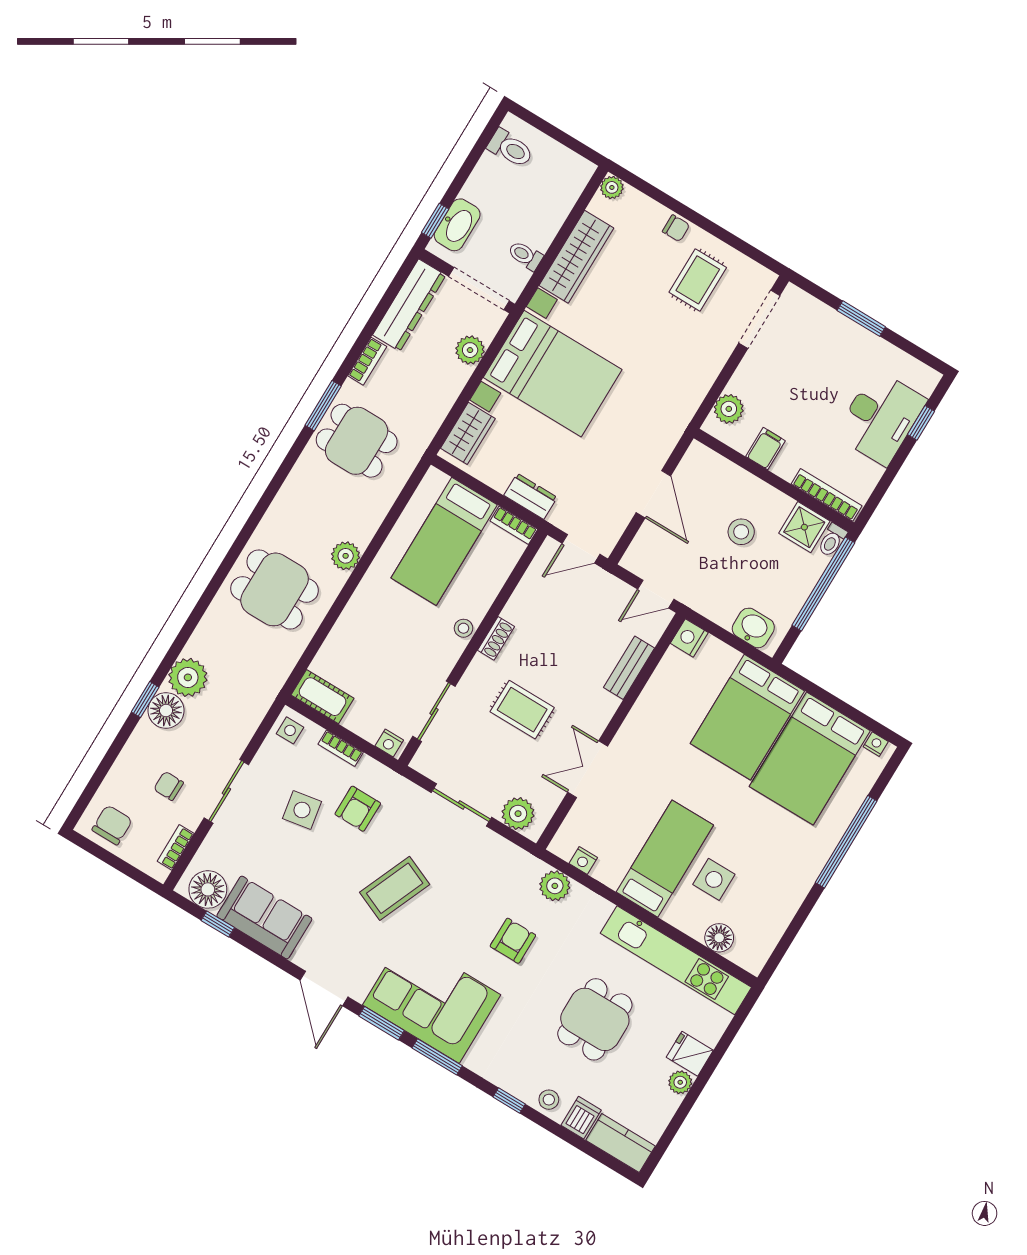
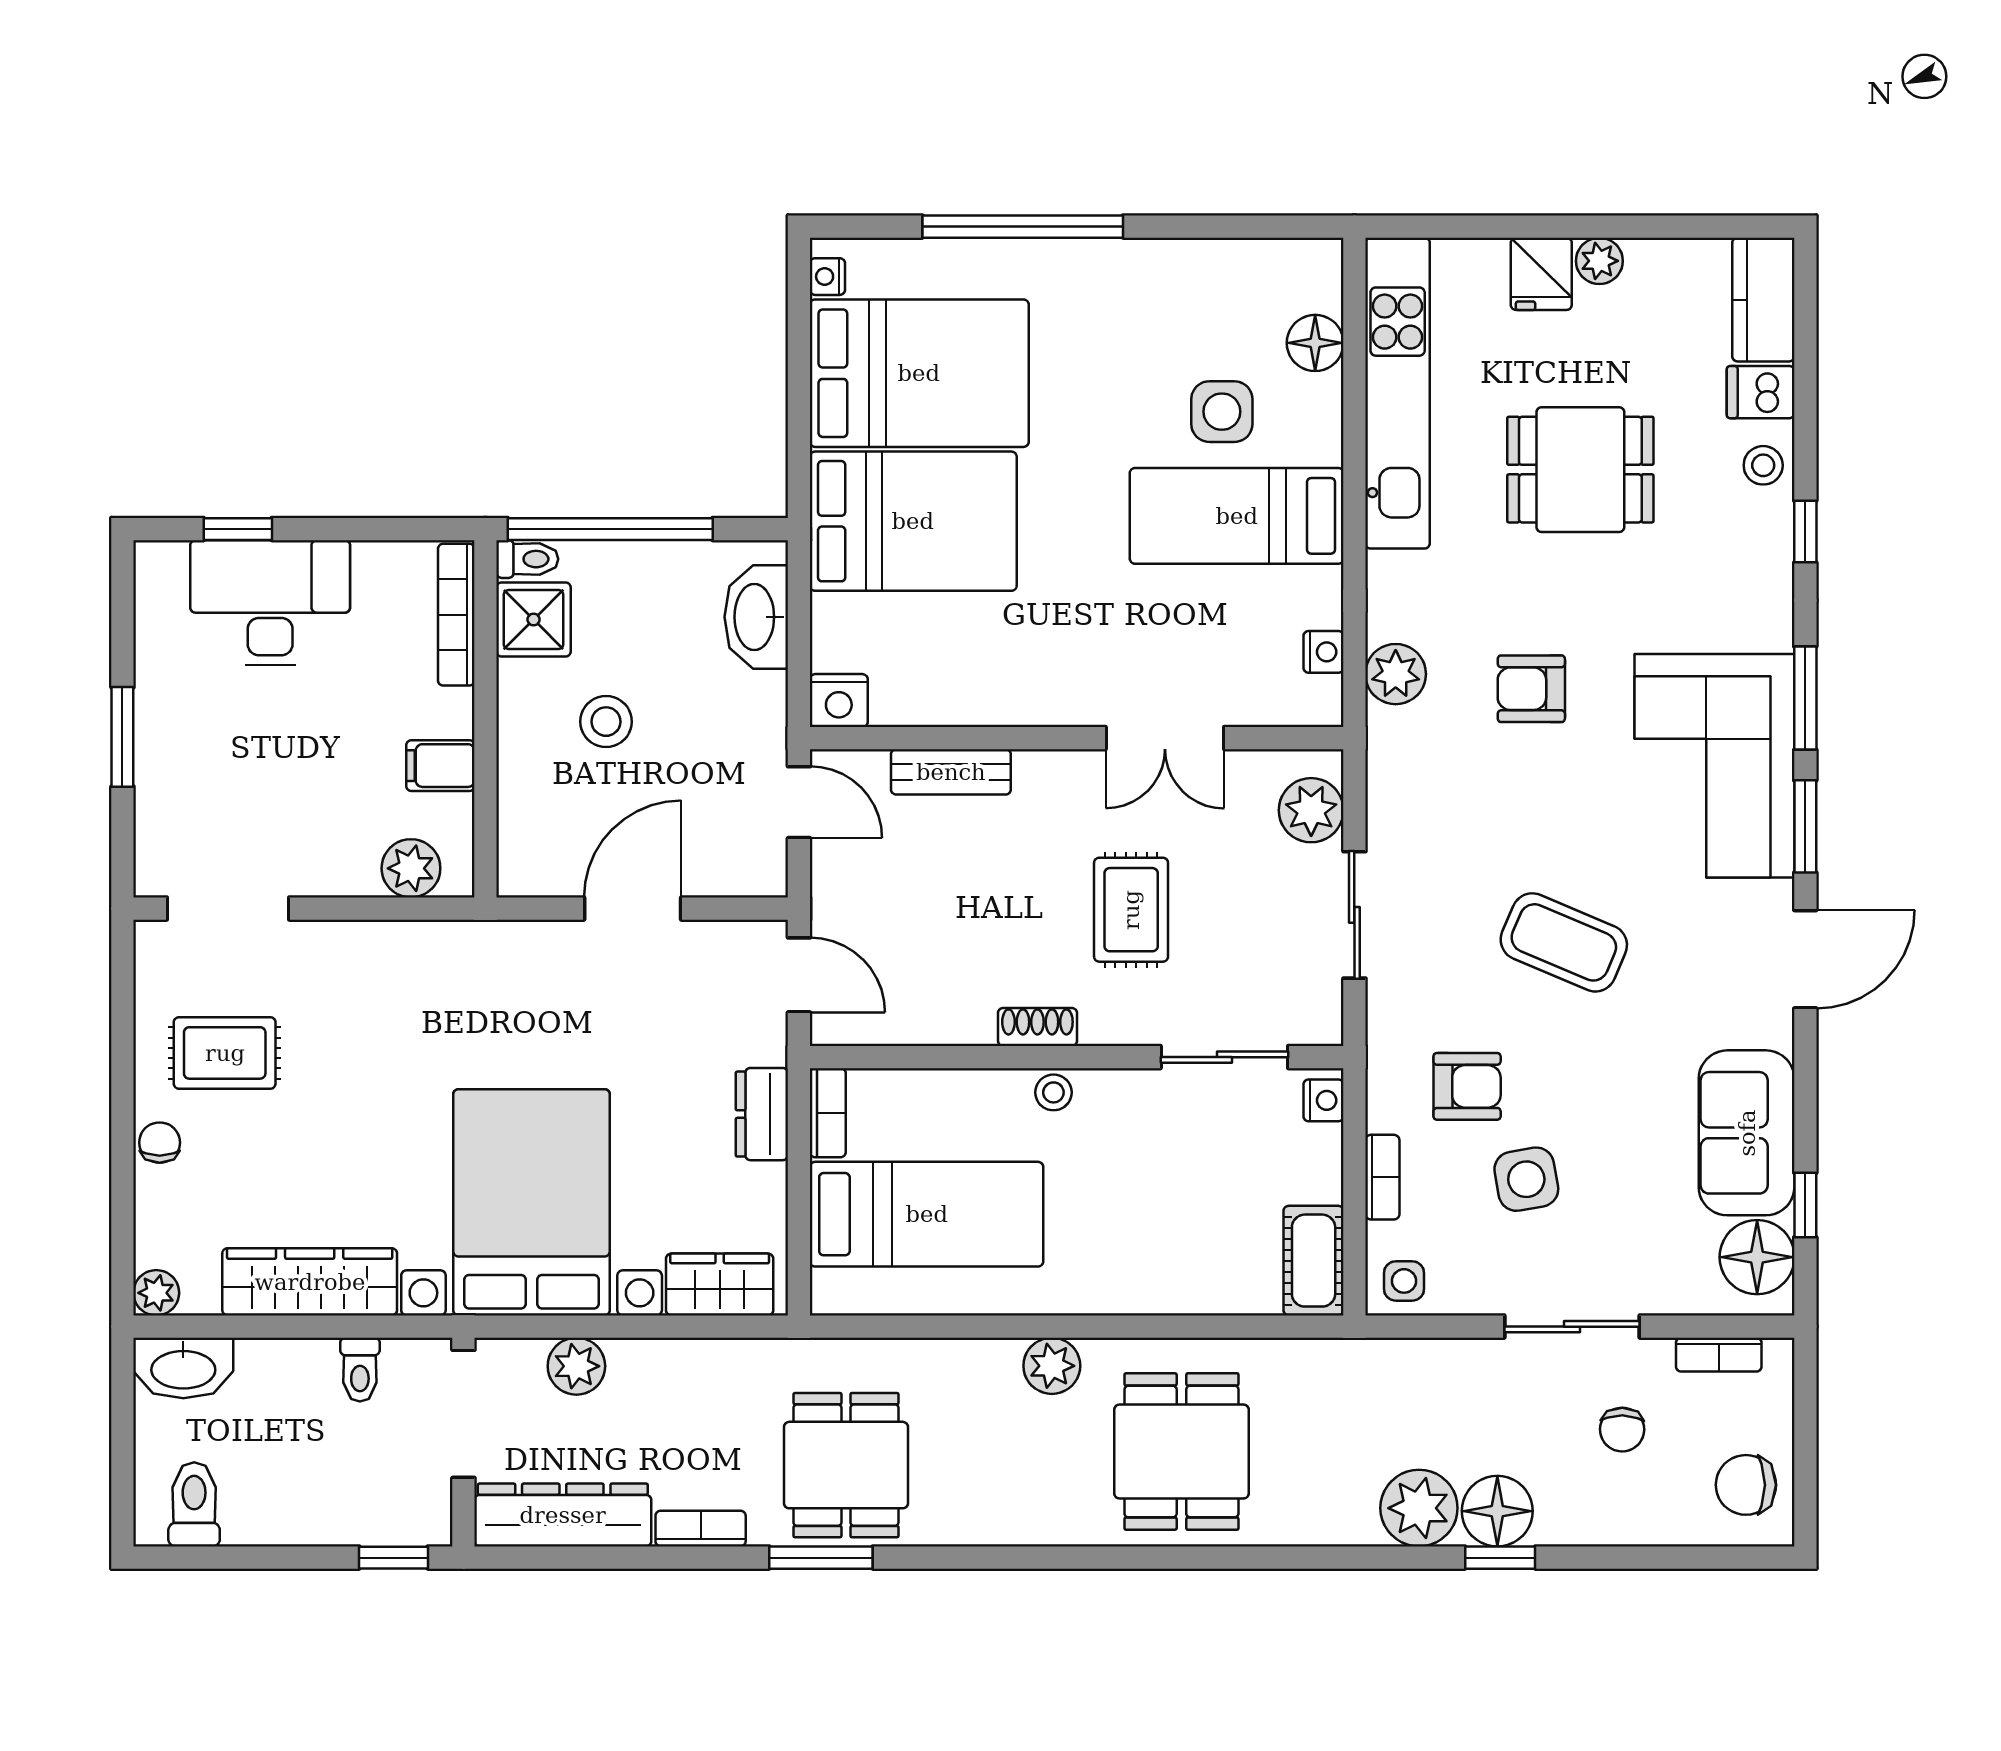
washbasin: (457, 225) -> (183, 1368), moved, turned 180
washbasin: (753, 628) -> (756, 617), width x1.38

